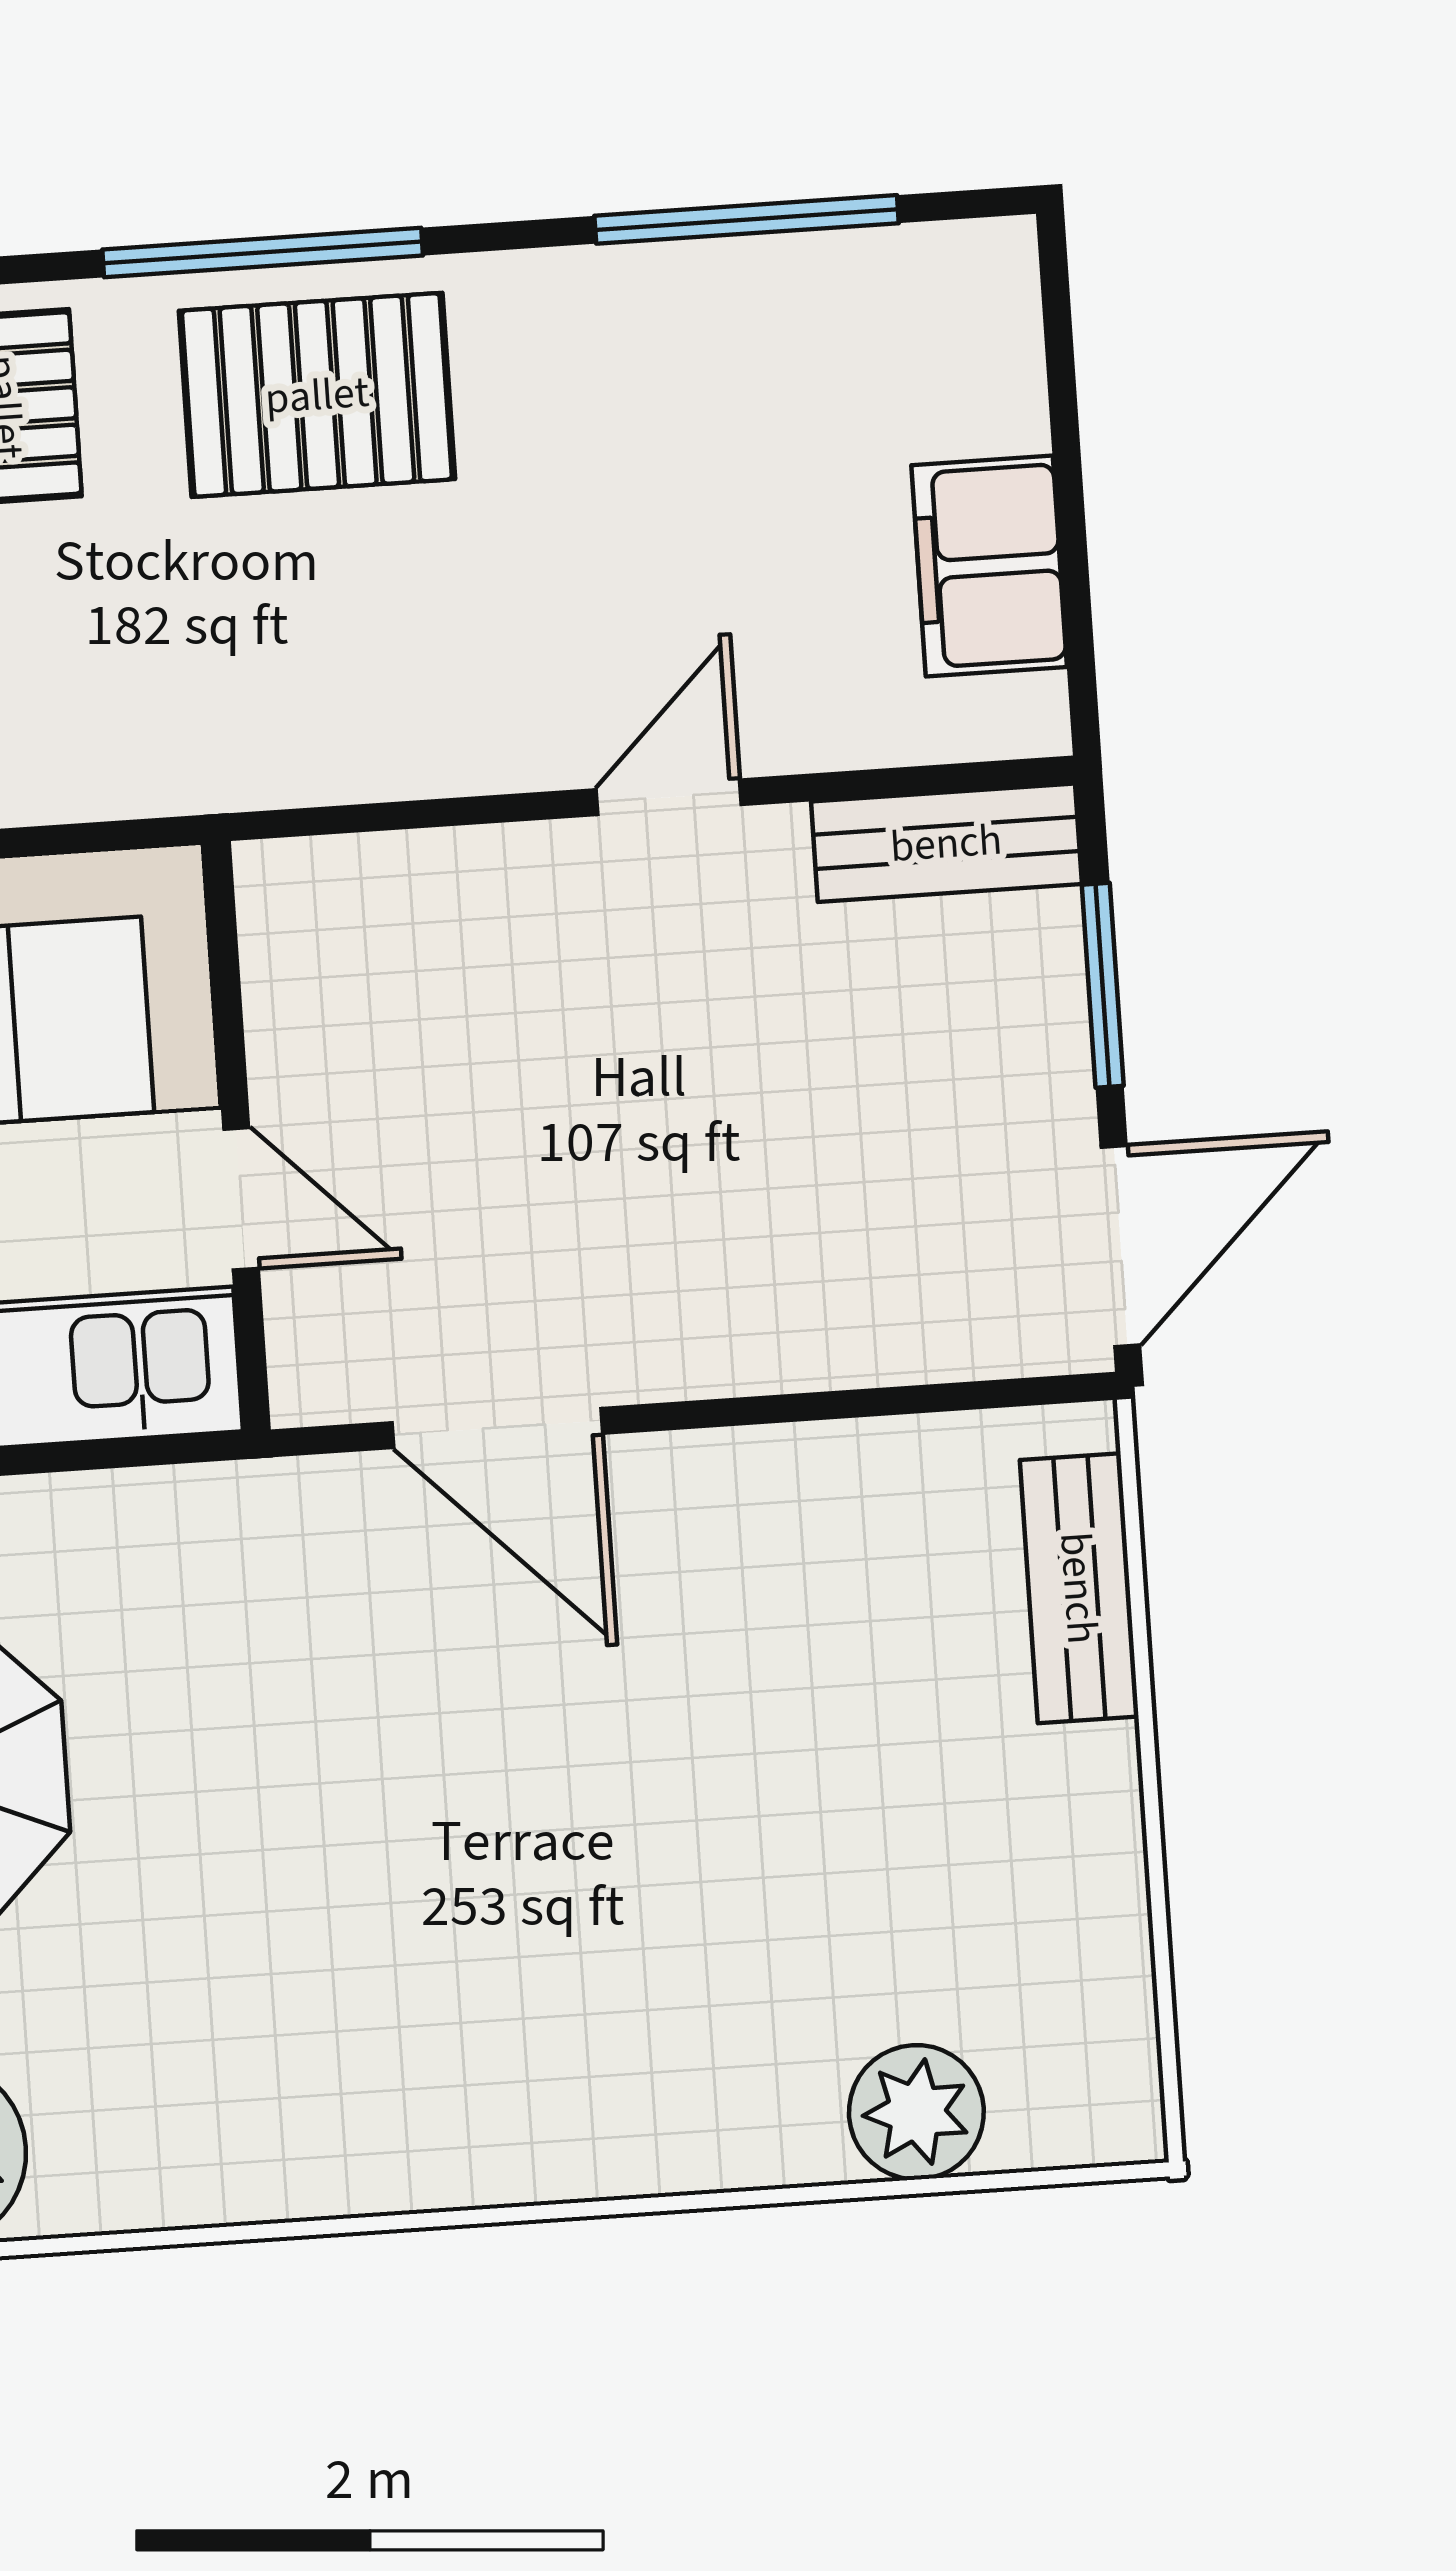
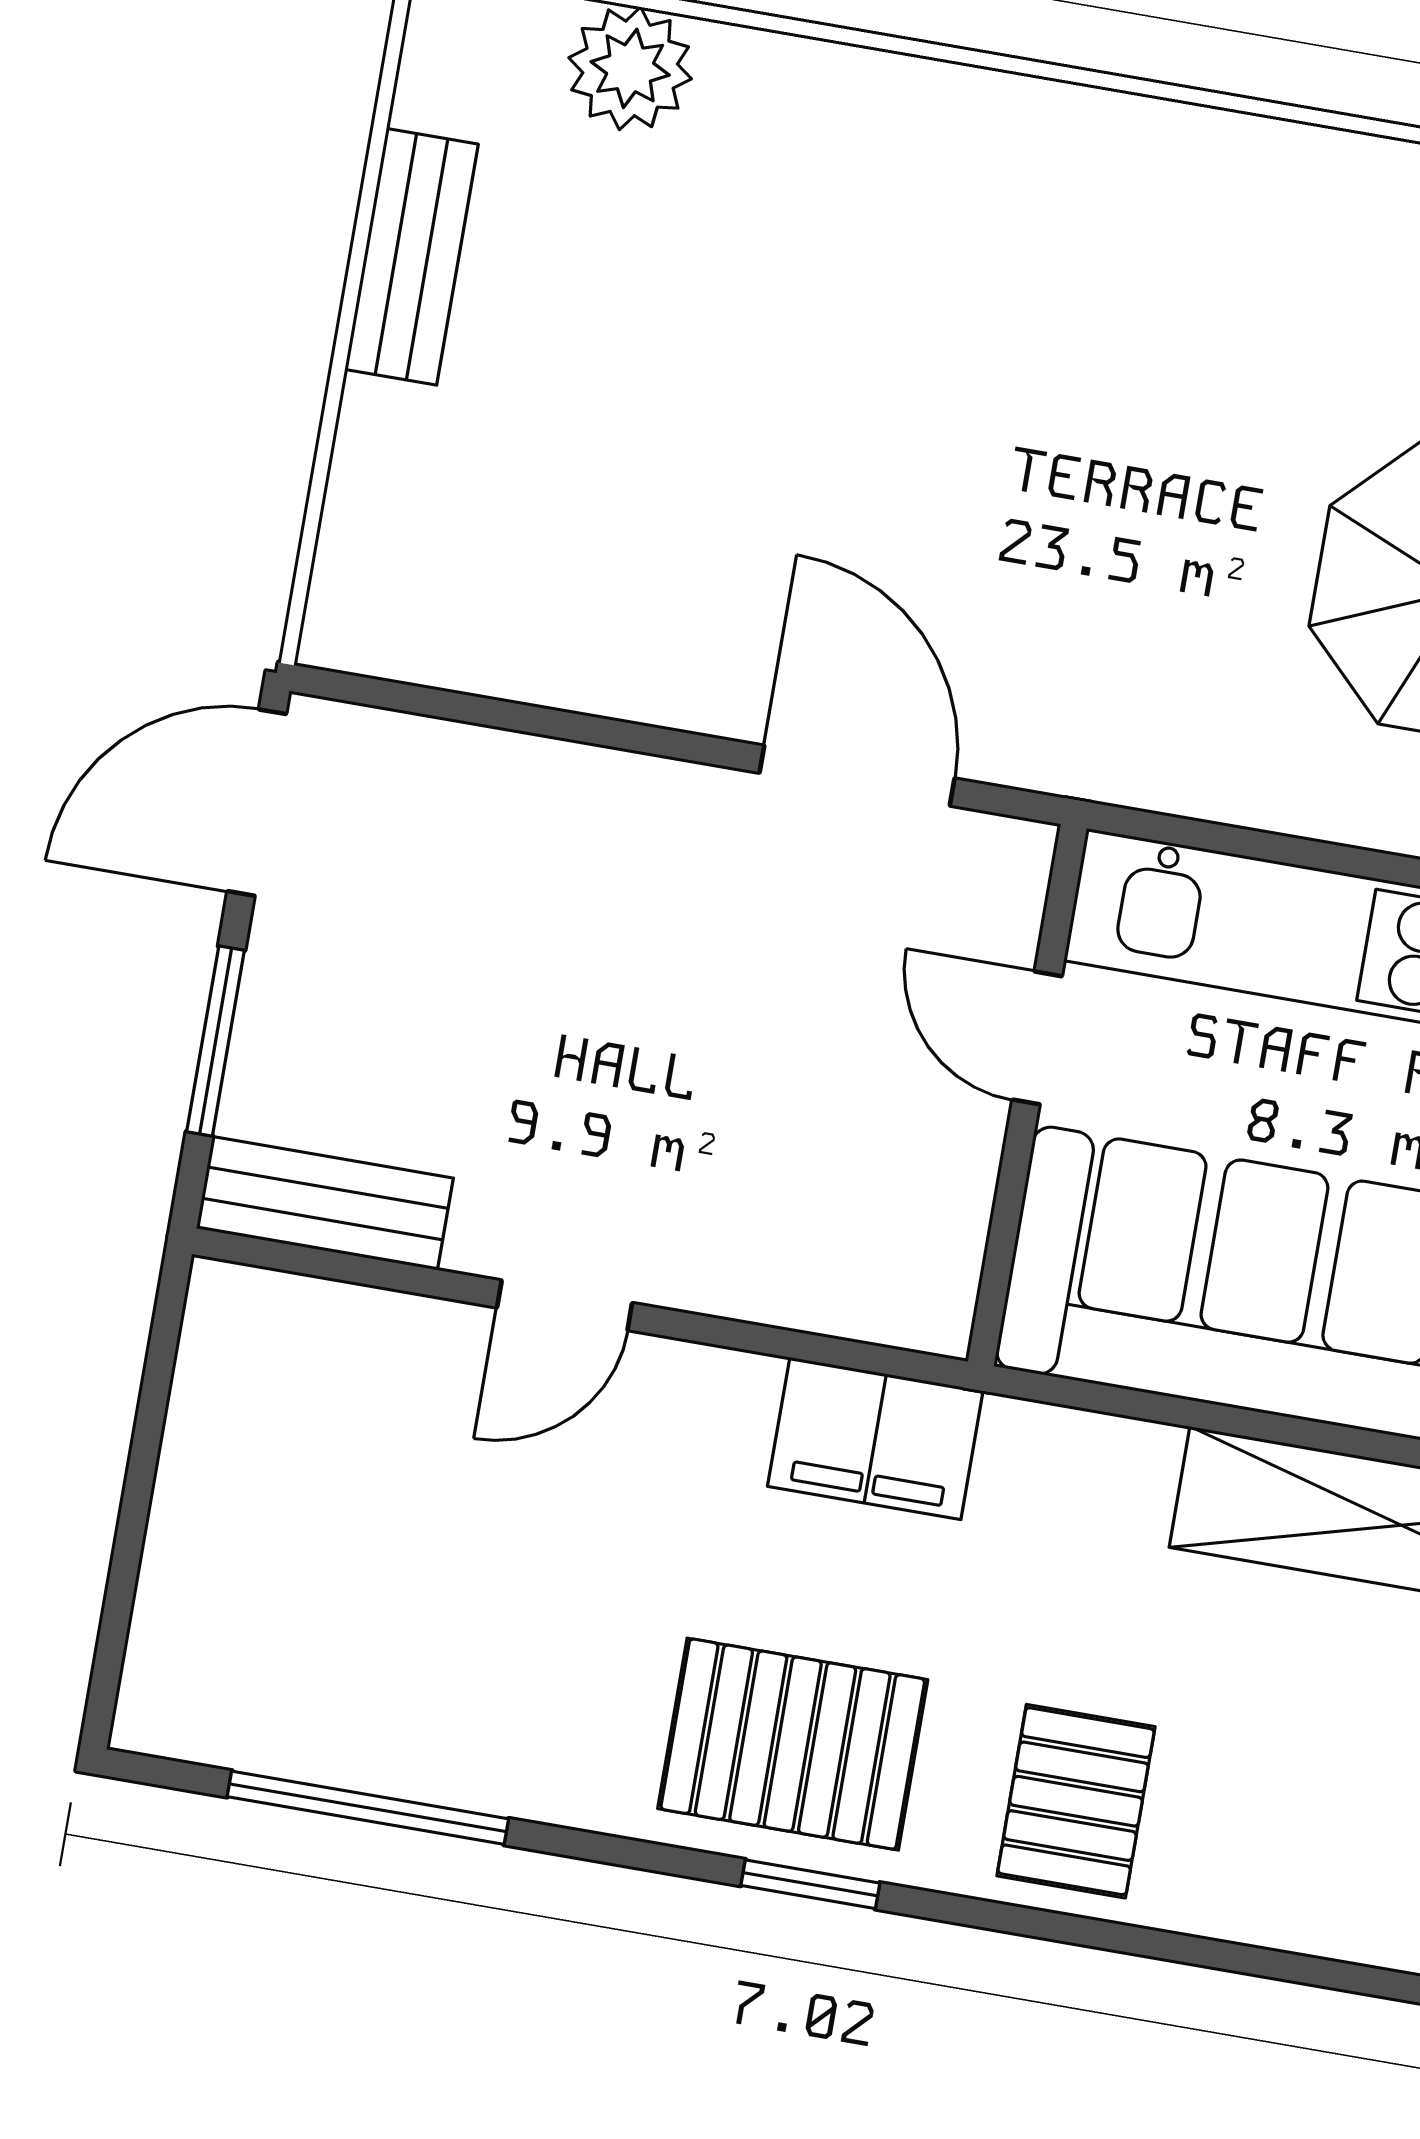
window: (263, 252) -> (810, 1884), width x0.46
filing cabinet: (989, 566) -> (875, 1439), moved, turned 90
bench: (1079, 1588) -> (412, 257), moved

